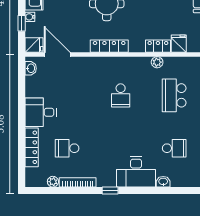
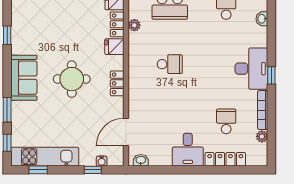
water cooler: (30, 17) -> (102, 161), moved
fridge: (34, 45) -> (114, 47), moved, turned -90
locker: (109, 46) -> (117, 83), width x0.66
school desk: (67, 148) -> (226, 121), turned 180
desk: (136, 172) -> (251, 69), moved

